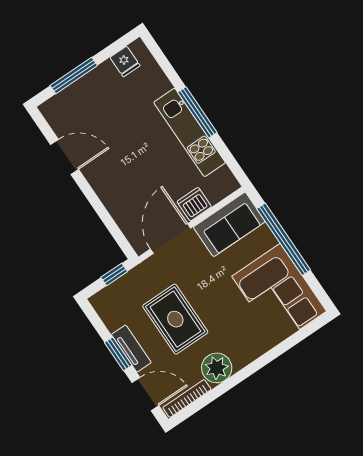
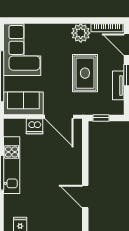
door: (171, 239) -> (59, 117), hinge flipped
tv unit: (131, 349) -> (118, 85), moved

